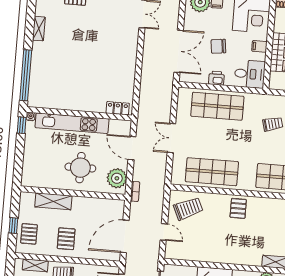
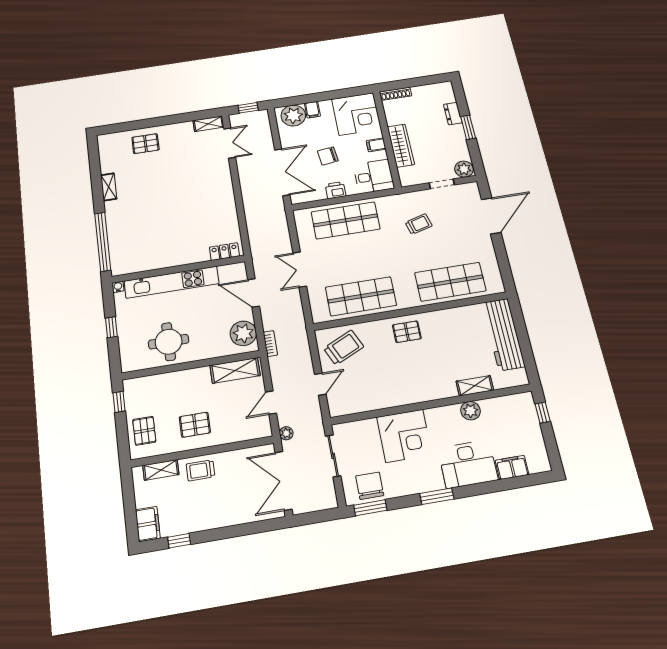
window: (22, 125) -> (111, 327), moved
round table: (80, 168) -> (169, 342), moved
shelving: (53, 201) -> (235, 370), moved
pallet: (238, 208) -> (407, 332), turned 90
window: (13, 225) -> (119, 402), moved
door: (164, 232) -> (320, 384), hinge flipped
door: (125, 236) -> (271, 403), width x0.53
pallet: (66, 239) -> (195, 425), turned 90
plant: (130, 262) -> (286, 433), added

